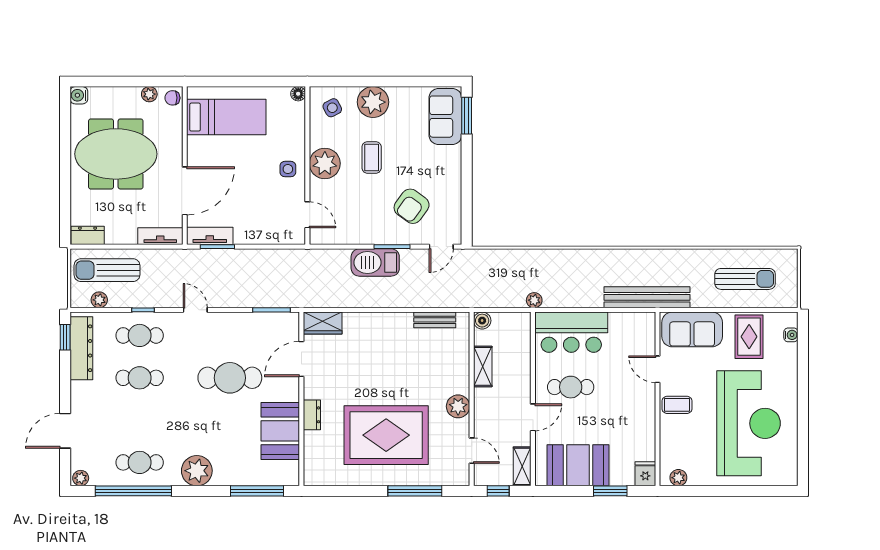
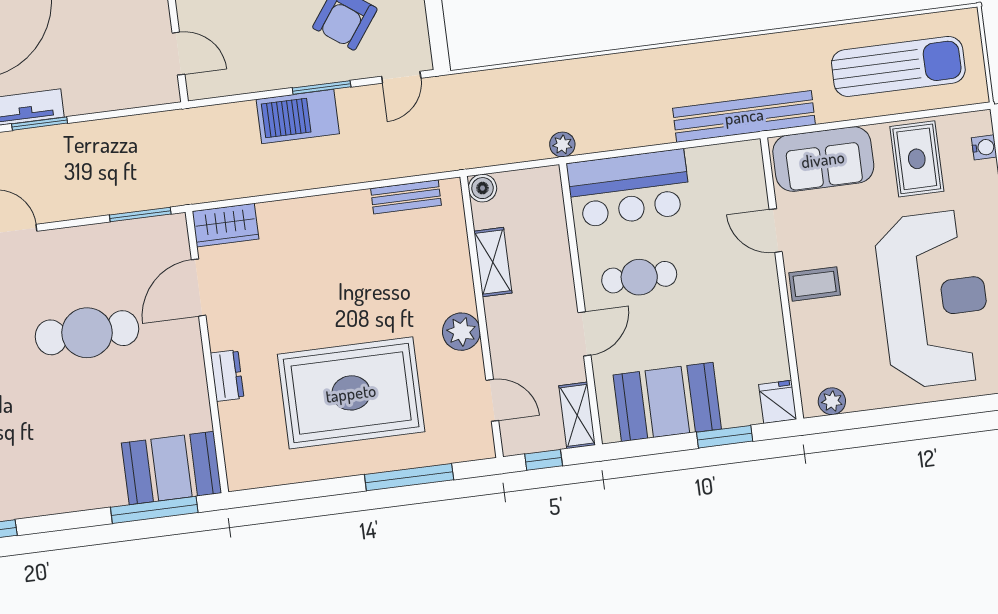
sun lounger: (745, 279) -> (898, 66), width x1.36, depth x1.34
booth: (280, 431) -> (172, 468), moved, turned 90
plant: (197, 471) -> (53, 490), removed

